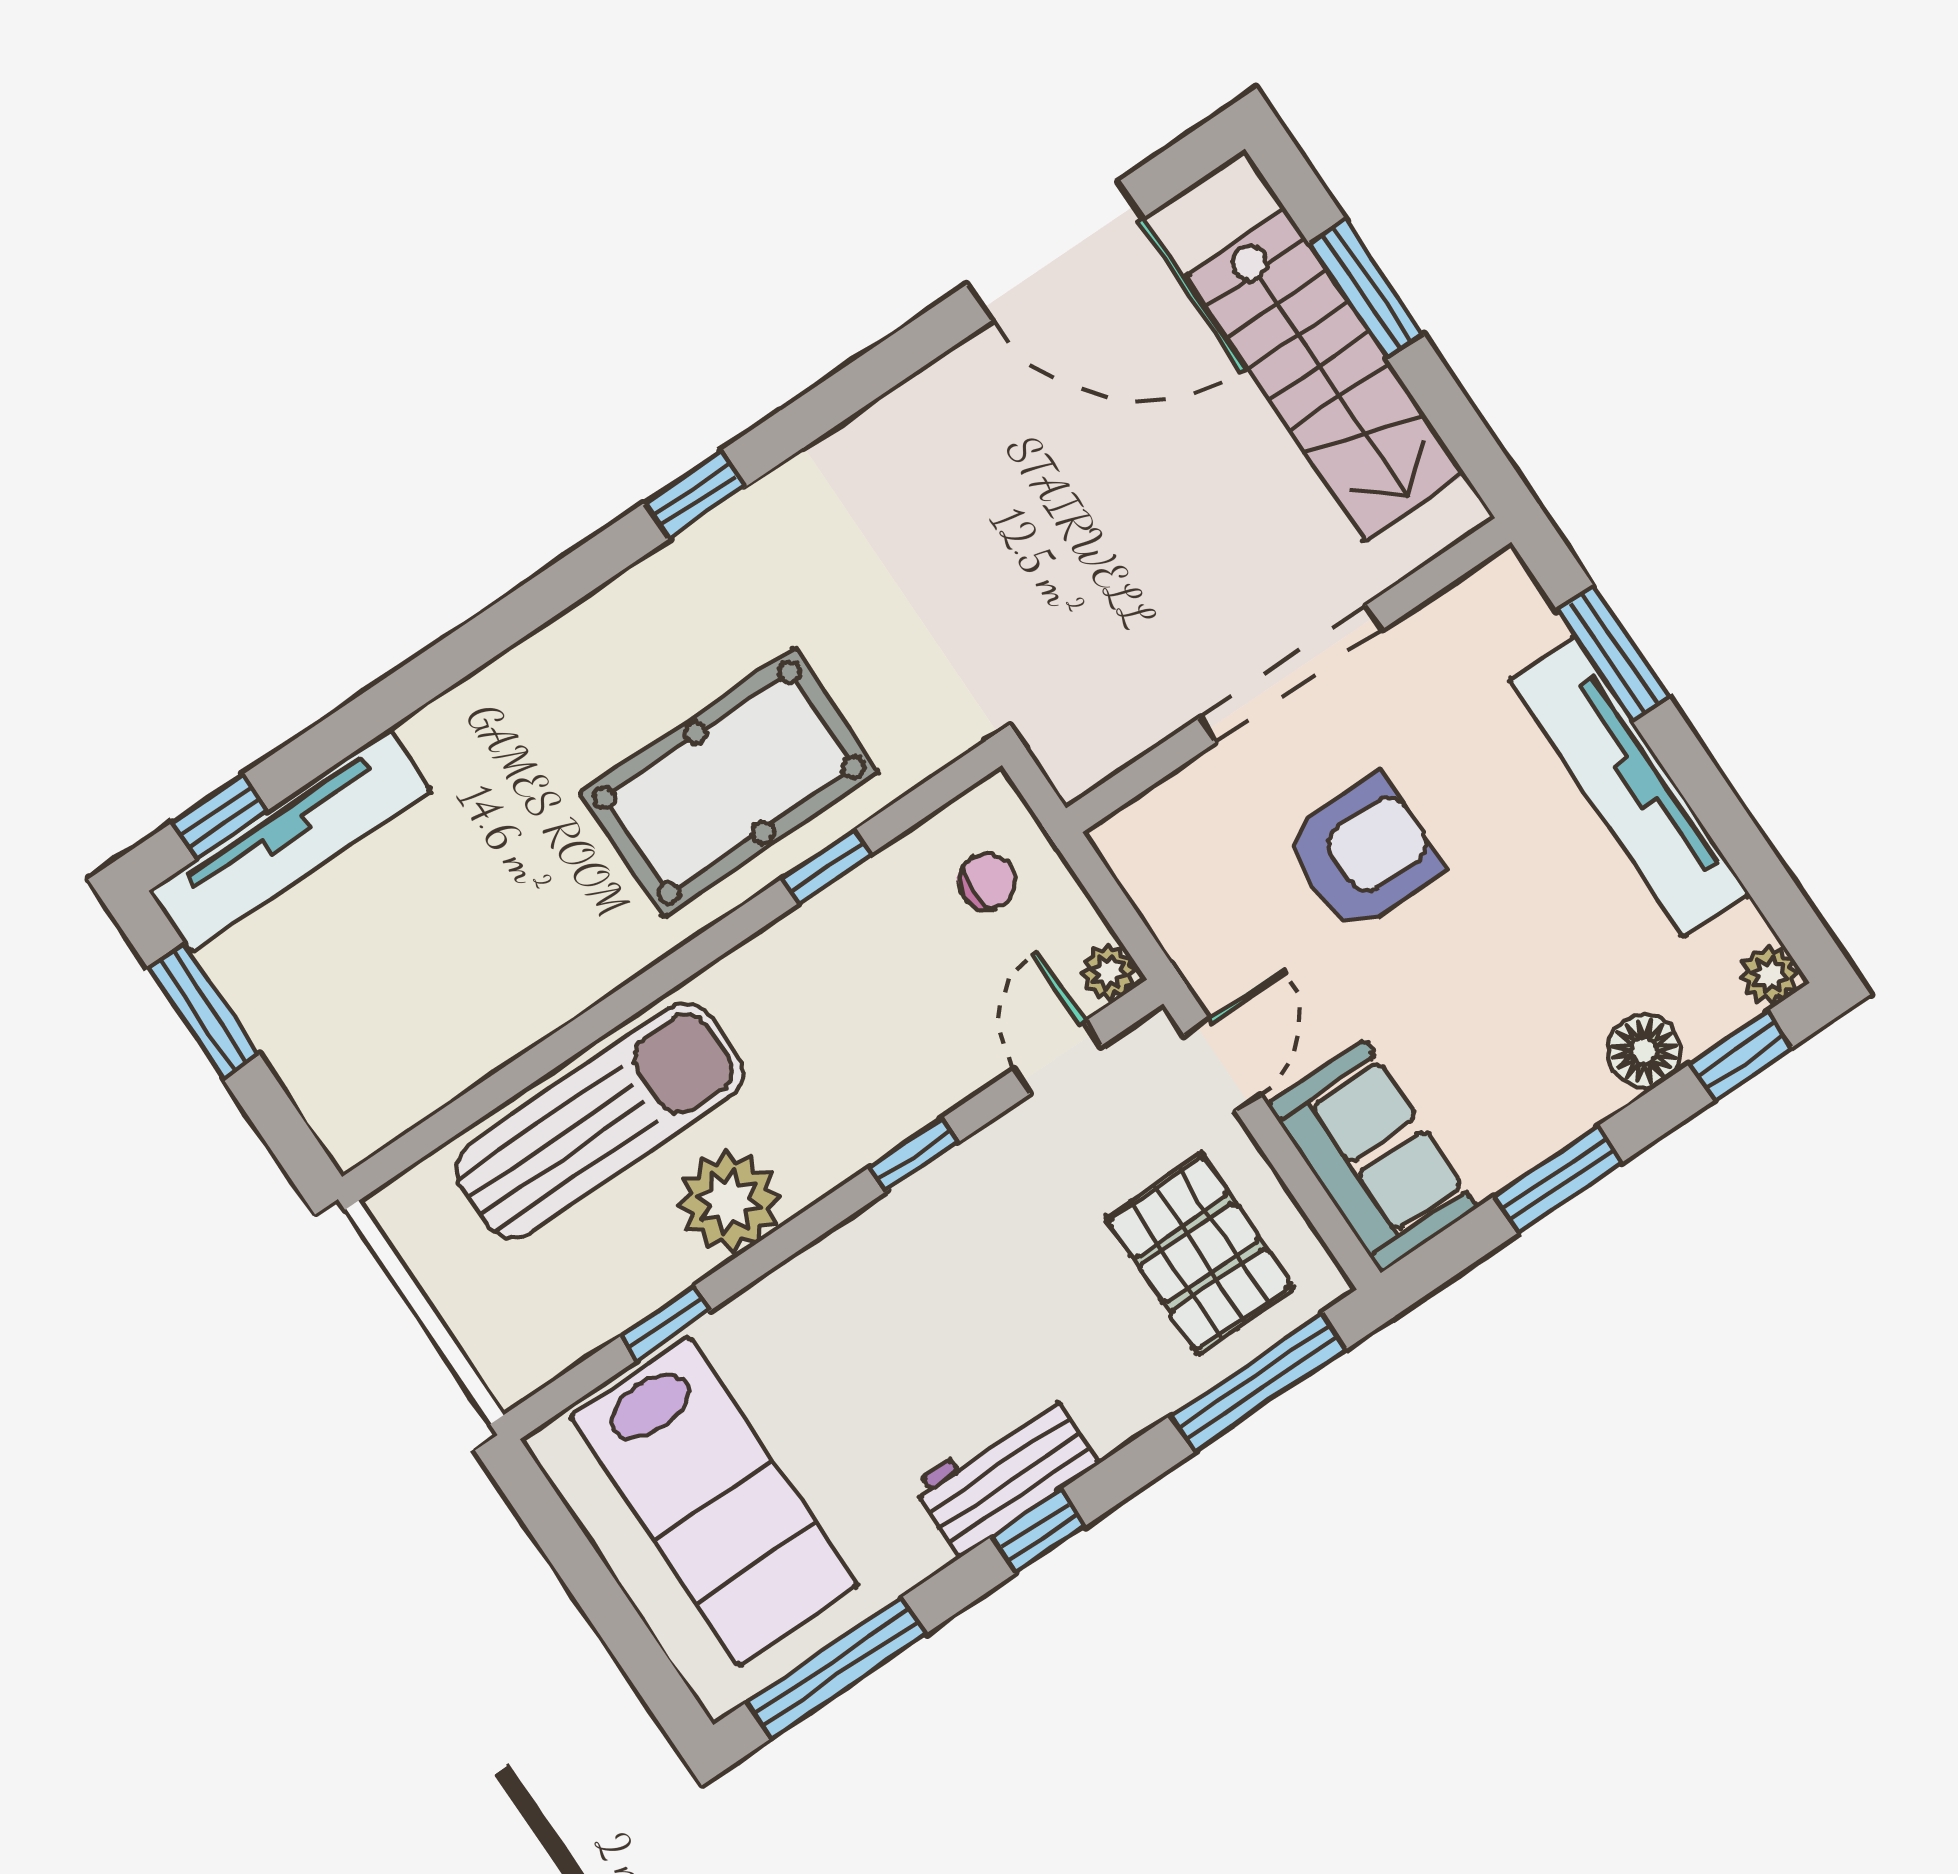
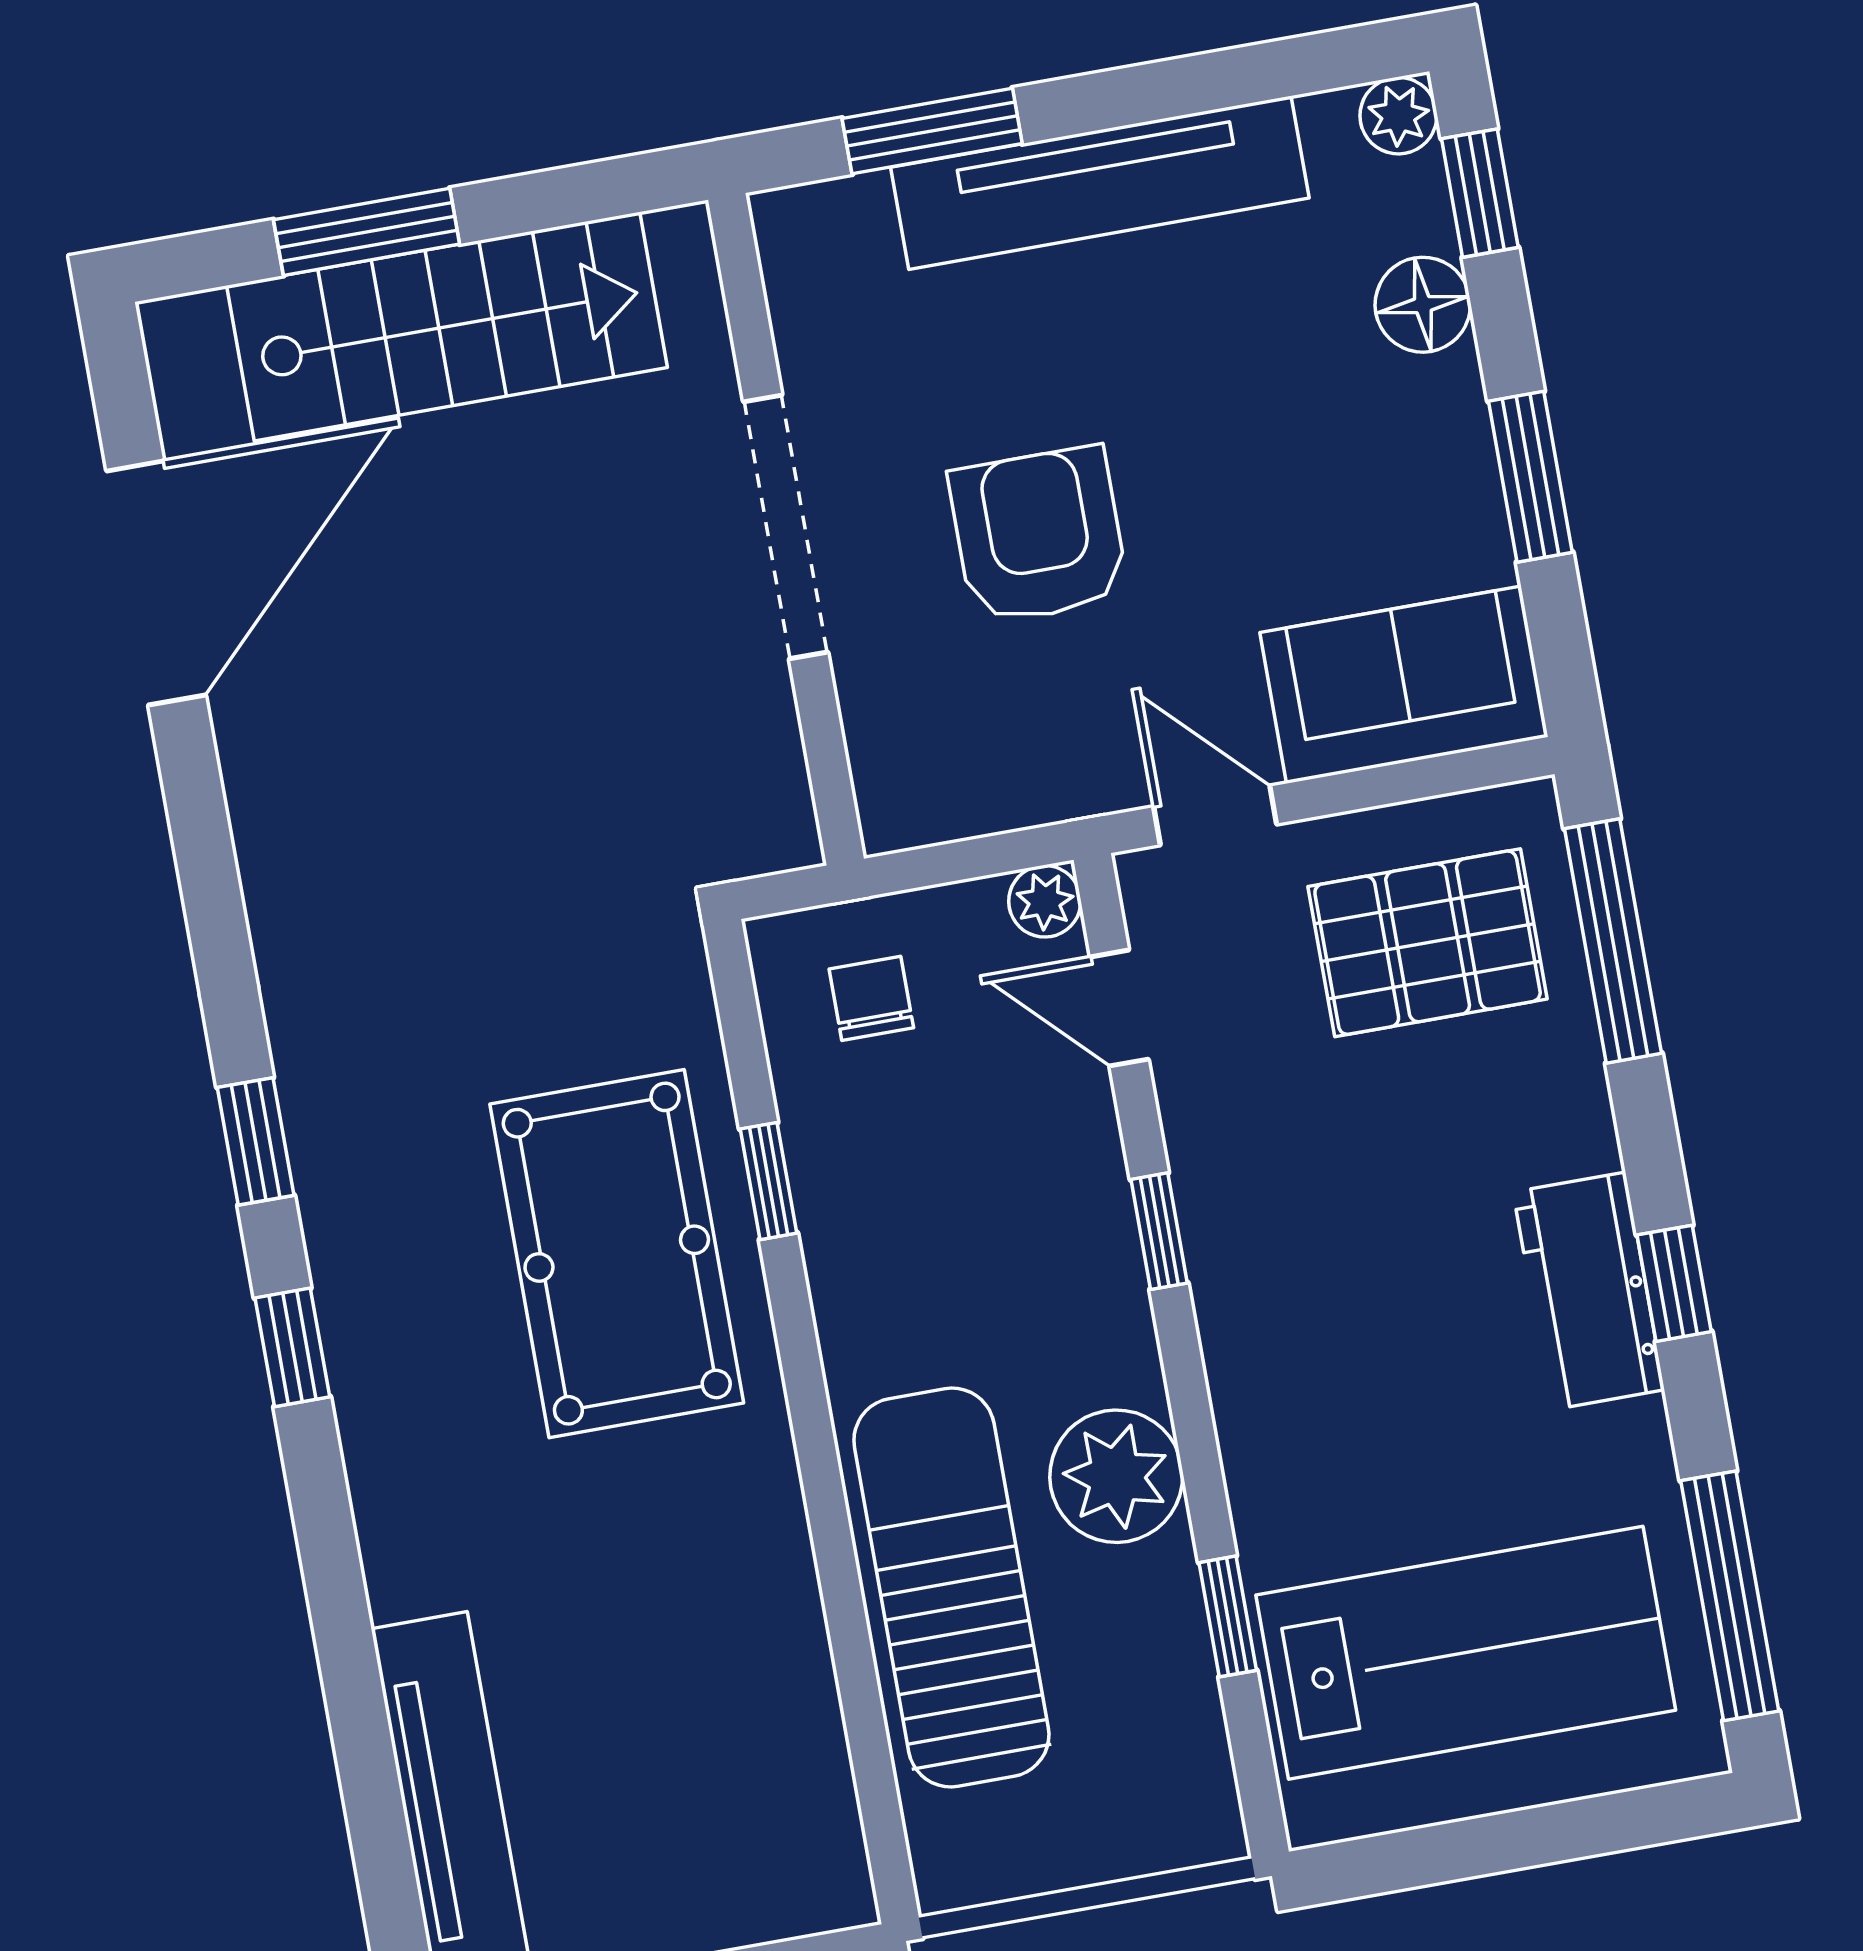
window: (219, 817) -> (292, 1347), moved

